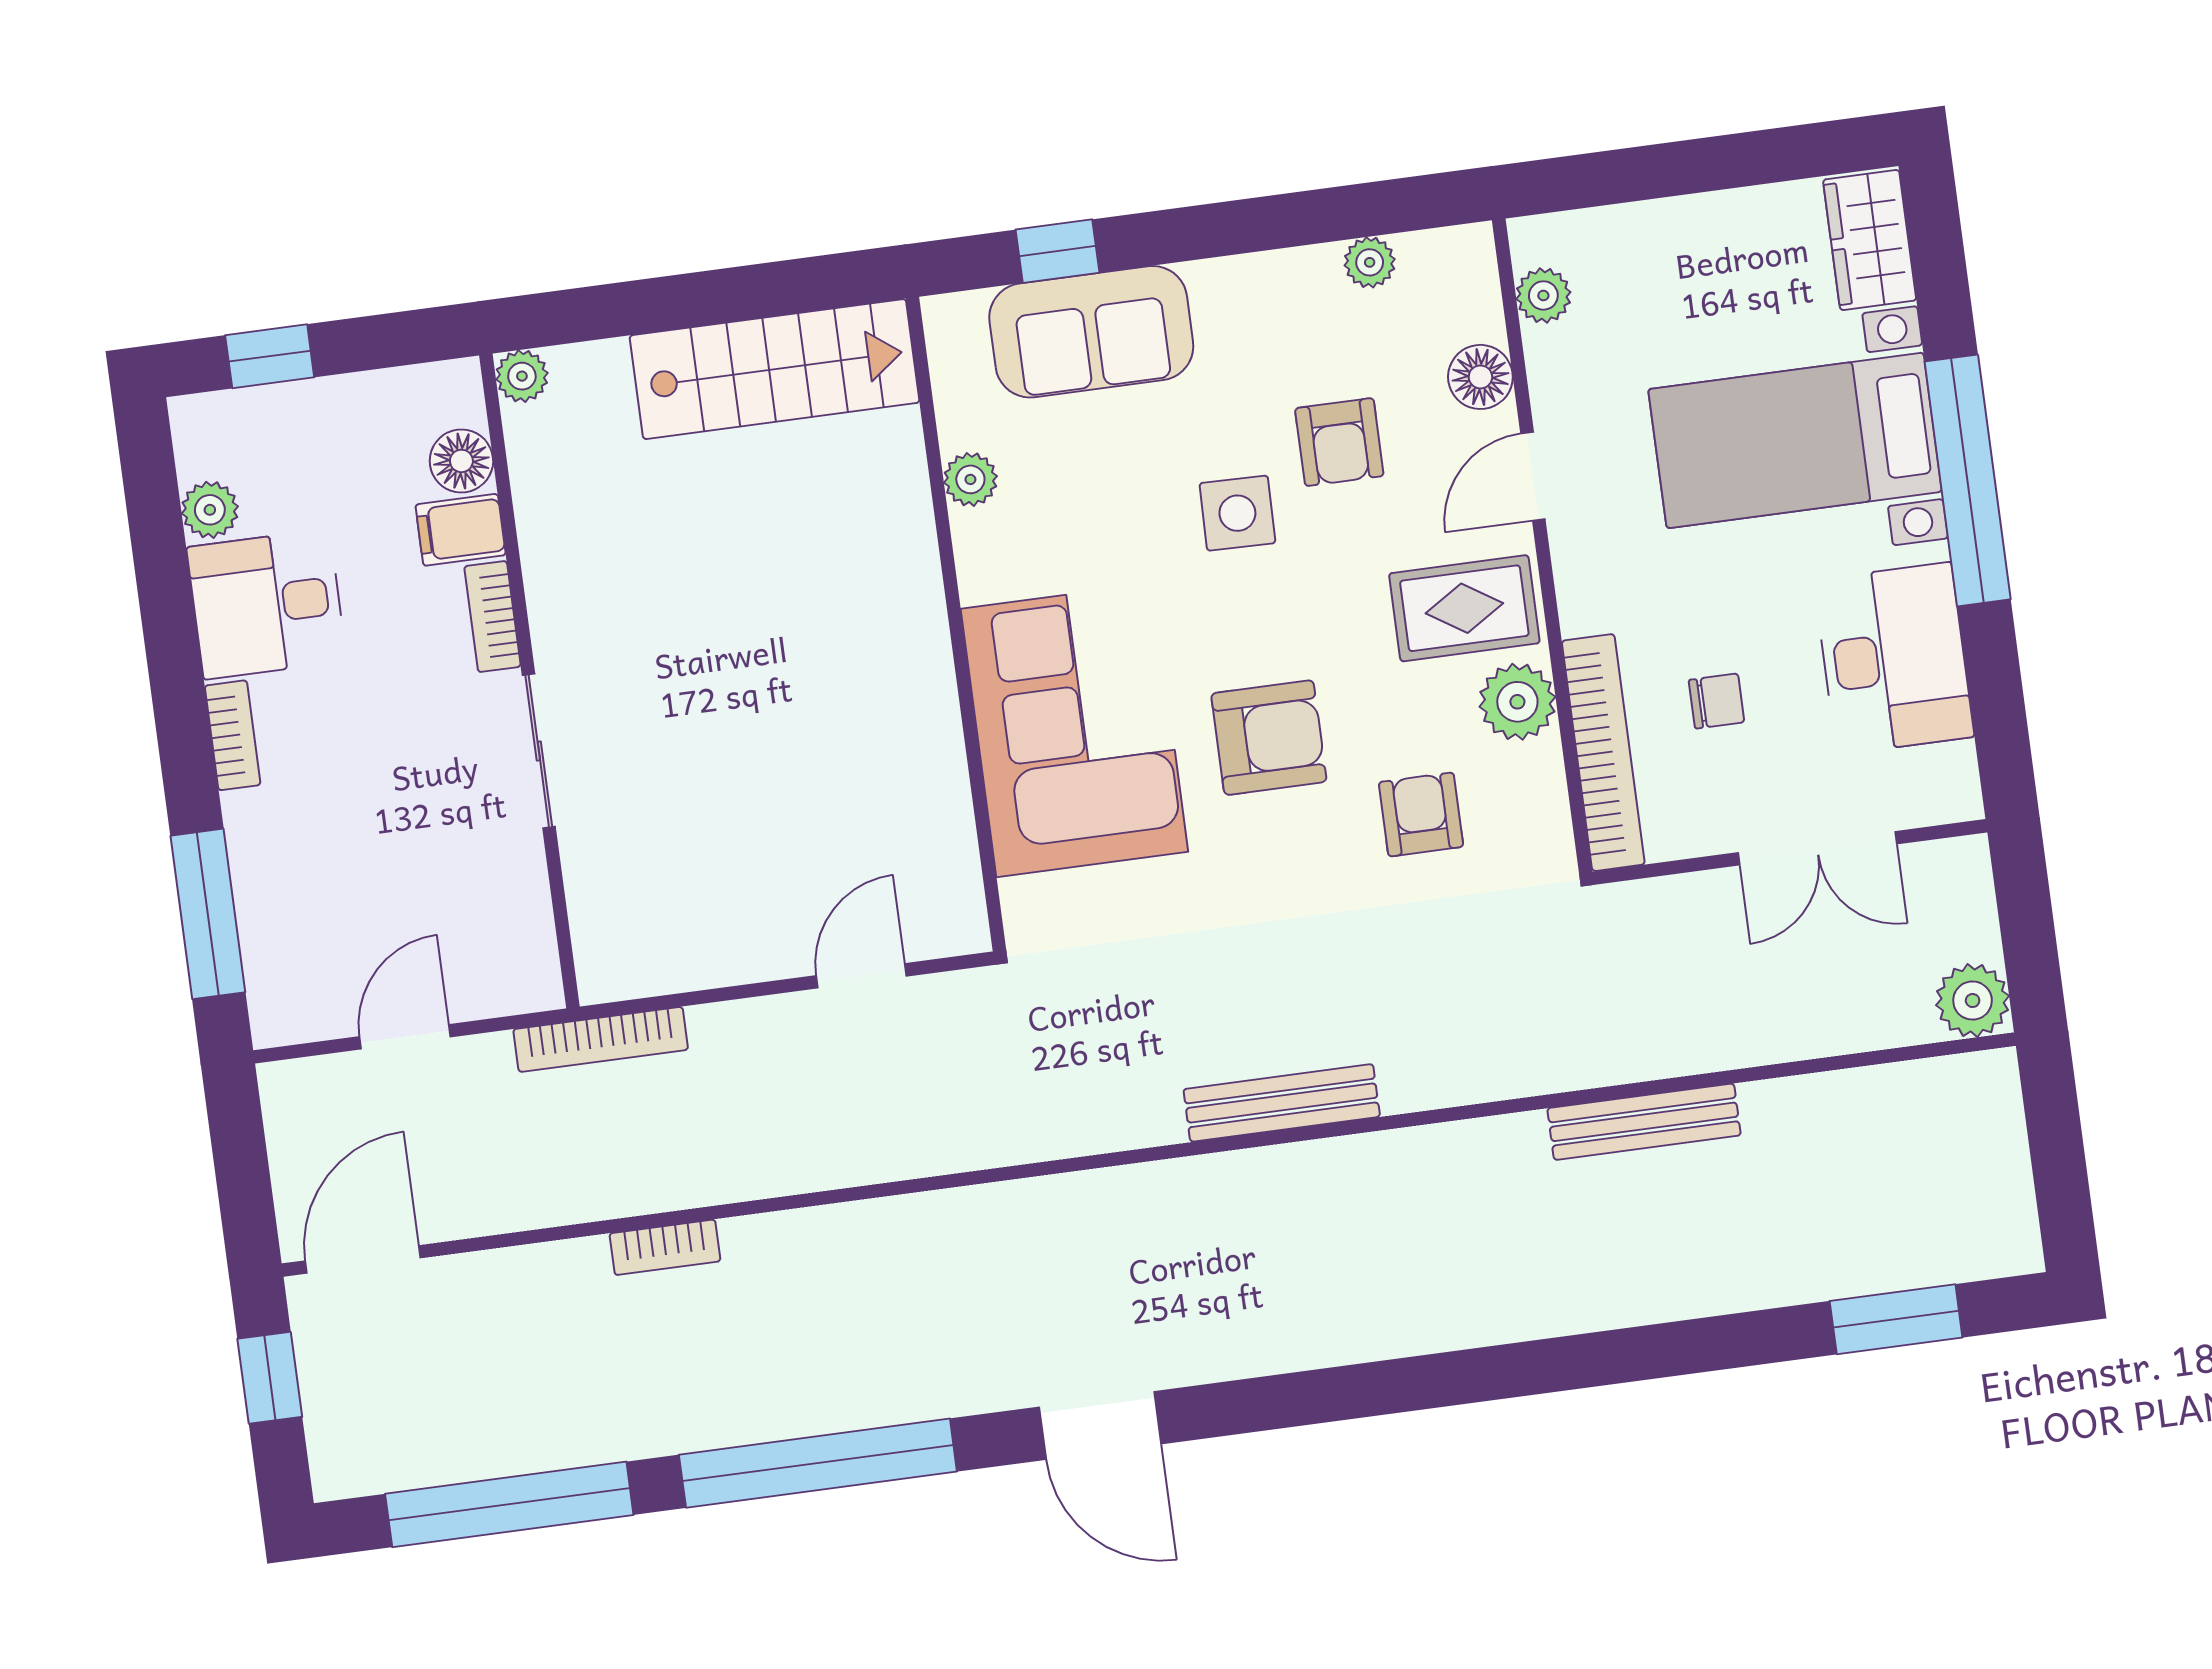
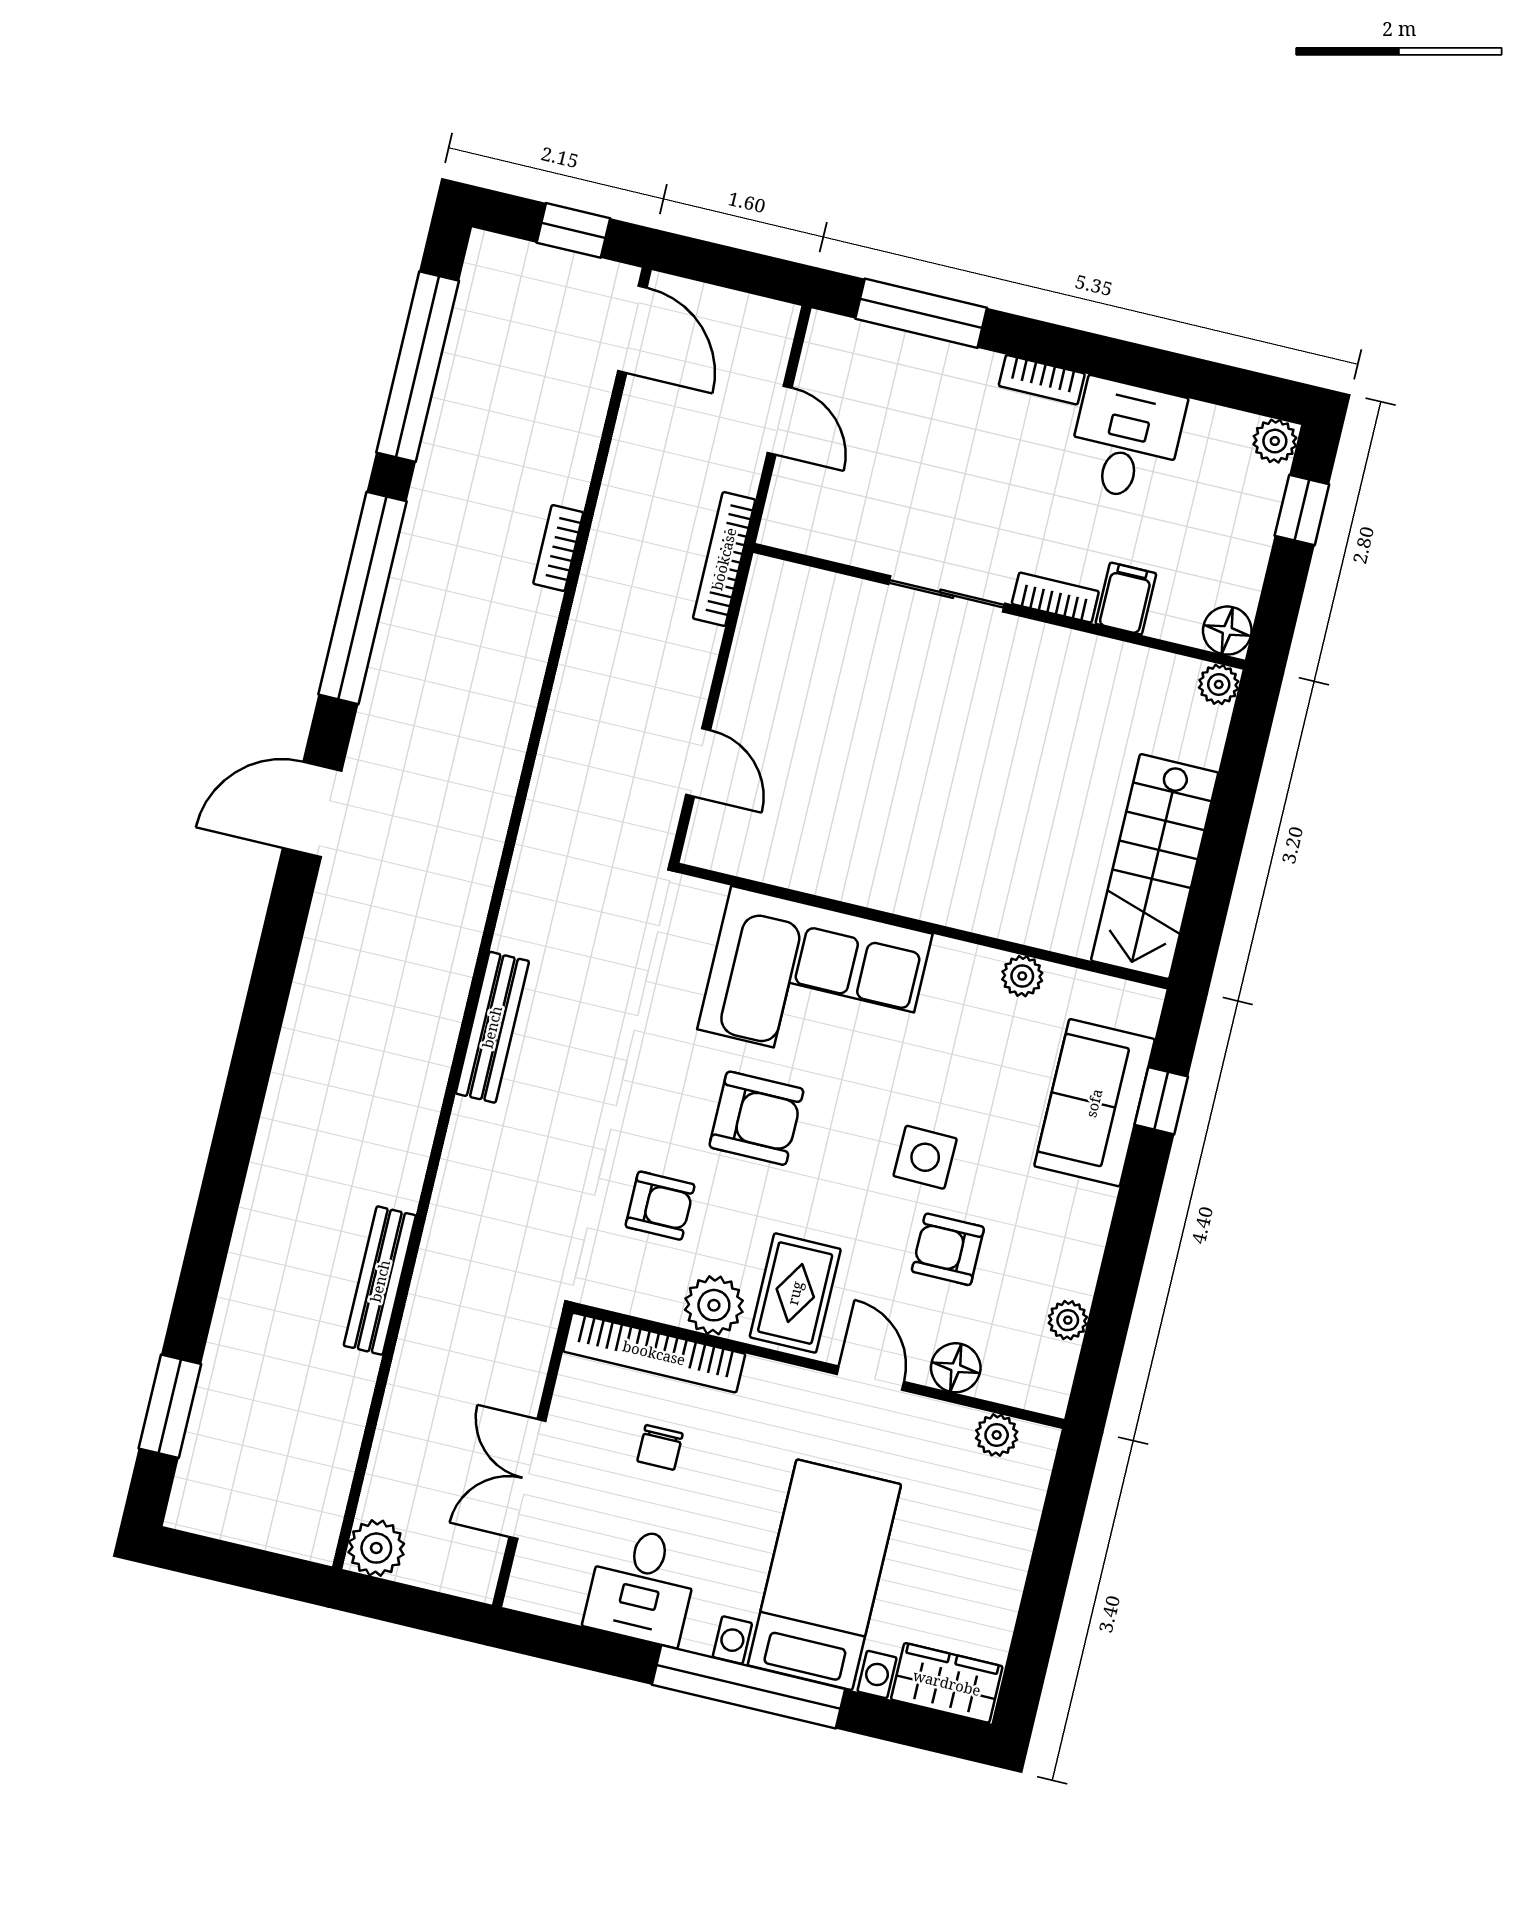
floor lamp: (461, 461) -> (1227, 631), moved
plant: (210, 510) -> (1275, 441), moved
desk: (1894, 658) -> (642, 1586), width x0.73
armchair: (1269, 738) -> (756, 1118), turned -90

